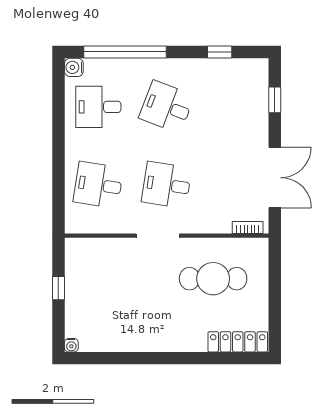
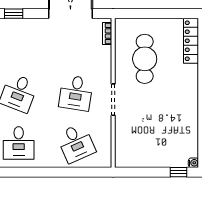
desk: (98, 185) -> (76, 143), turned -33
window: (58, 288) -> (178, 172), moved

